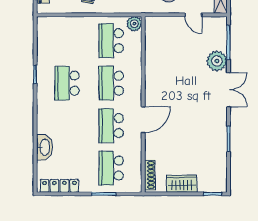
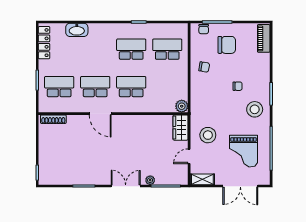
school desk: (111, 41) -> (167, 49), moved
plant: (217, 61) -> (150, 180), width x0.53, depth x0.53
double door: (228, 90) -> (126, 186), swing flipped
wardrobe: (182, 184) -> (181, 128), moved, turned 180

